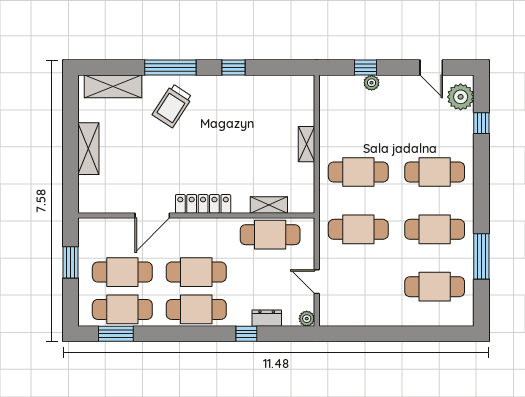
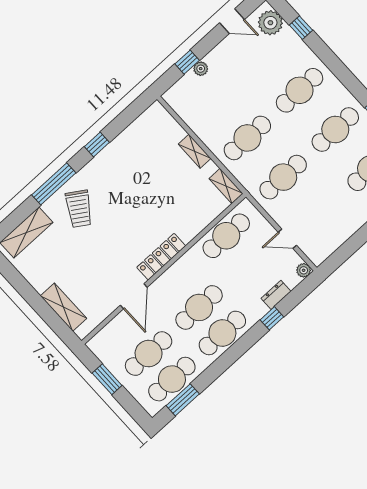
shelving: (88, 149) -> (64, 307), moved
shelving: (269, 205) -> (226, 186), moved, turned 90

